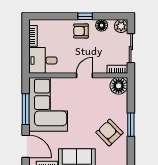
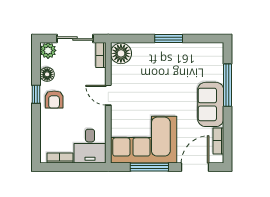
armchair: (109, 133) -> (178, 65), removed

